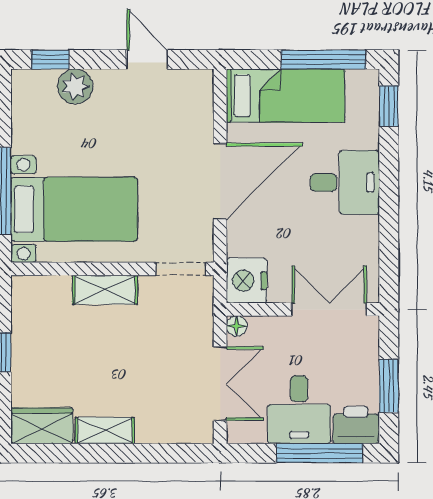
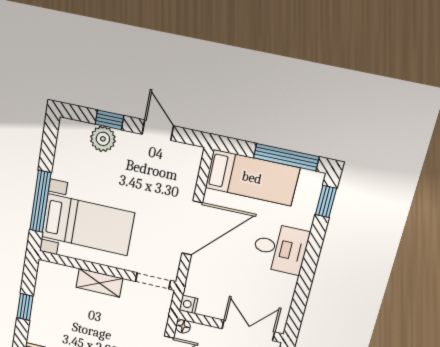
window: (50, 60) -> (109, 120), moved
nightstand: (247, 281) -> (188, 304), width x0.53, depth x0.56

